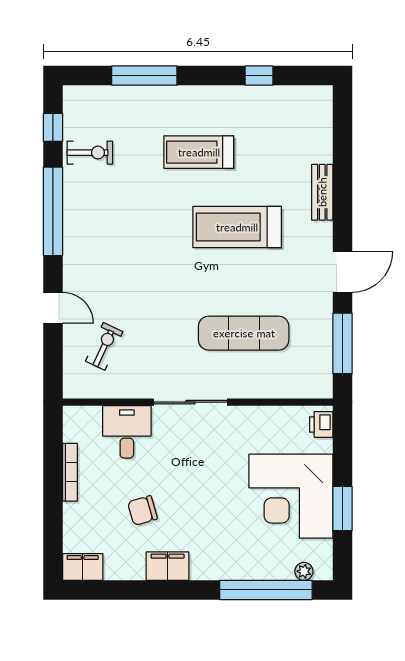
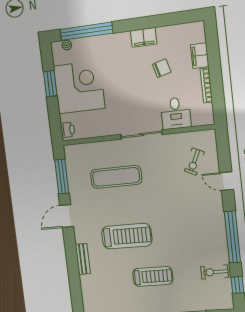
filing cabinet: (83, 567) -> (200, 56), moved, turned 90

